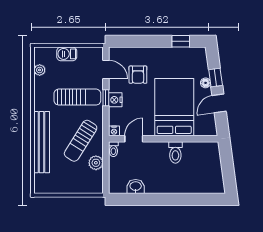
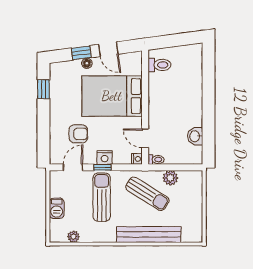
toilet: (175, 152) -> (159, 65), moved

